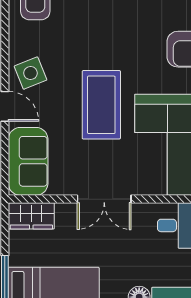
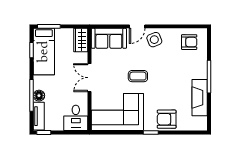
coffee table: (101, 105) -> (138, 76), width x0.54, depth x0.58

